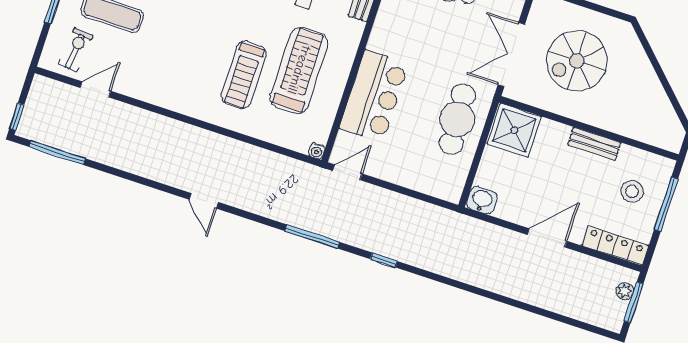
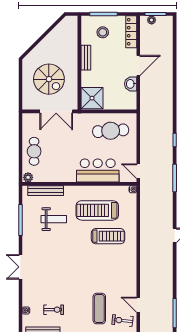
cafe table: (457, 119) -> (111, 131), moved
washbasin: (482, 200) -> (131, 84), moved
door: (547, 238) -> (138, 65), swing flipped

